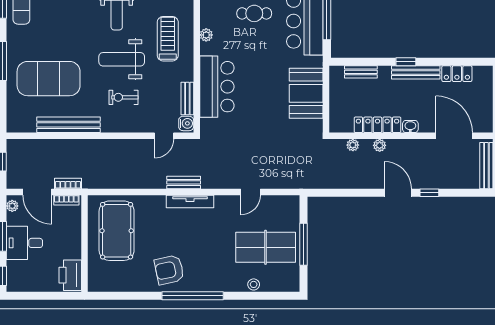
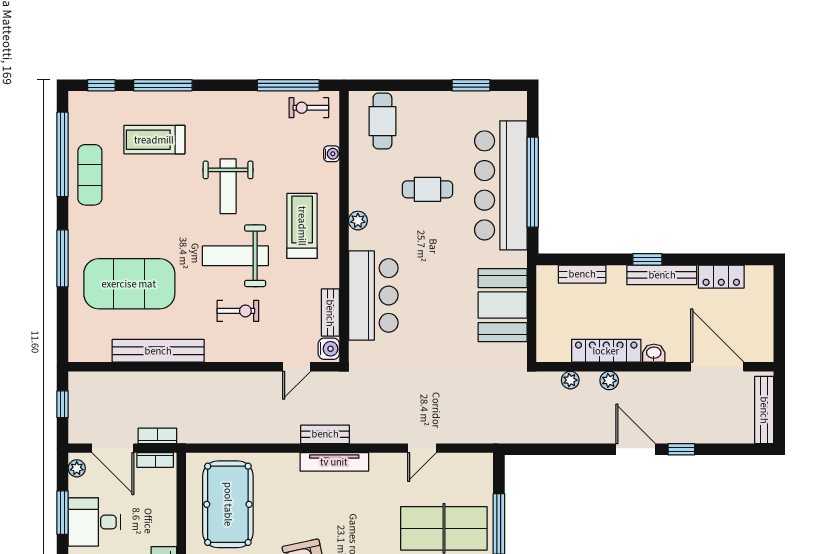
exercise bike: (123, 97) -> (238, 311), turned 180

